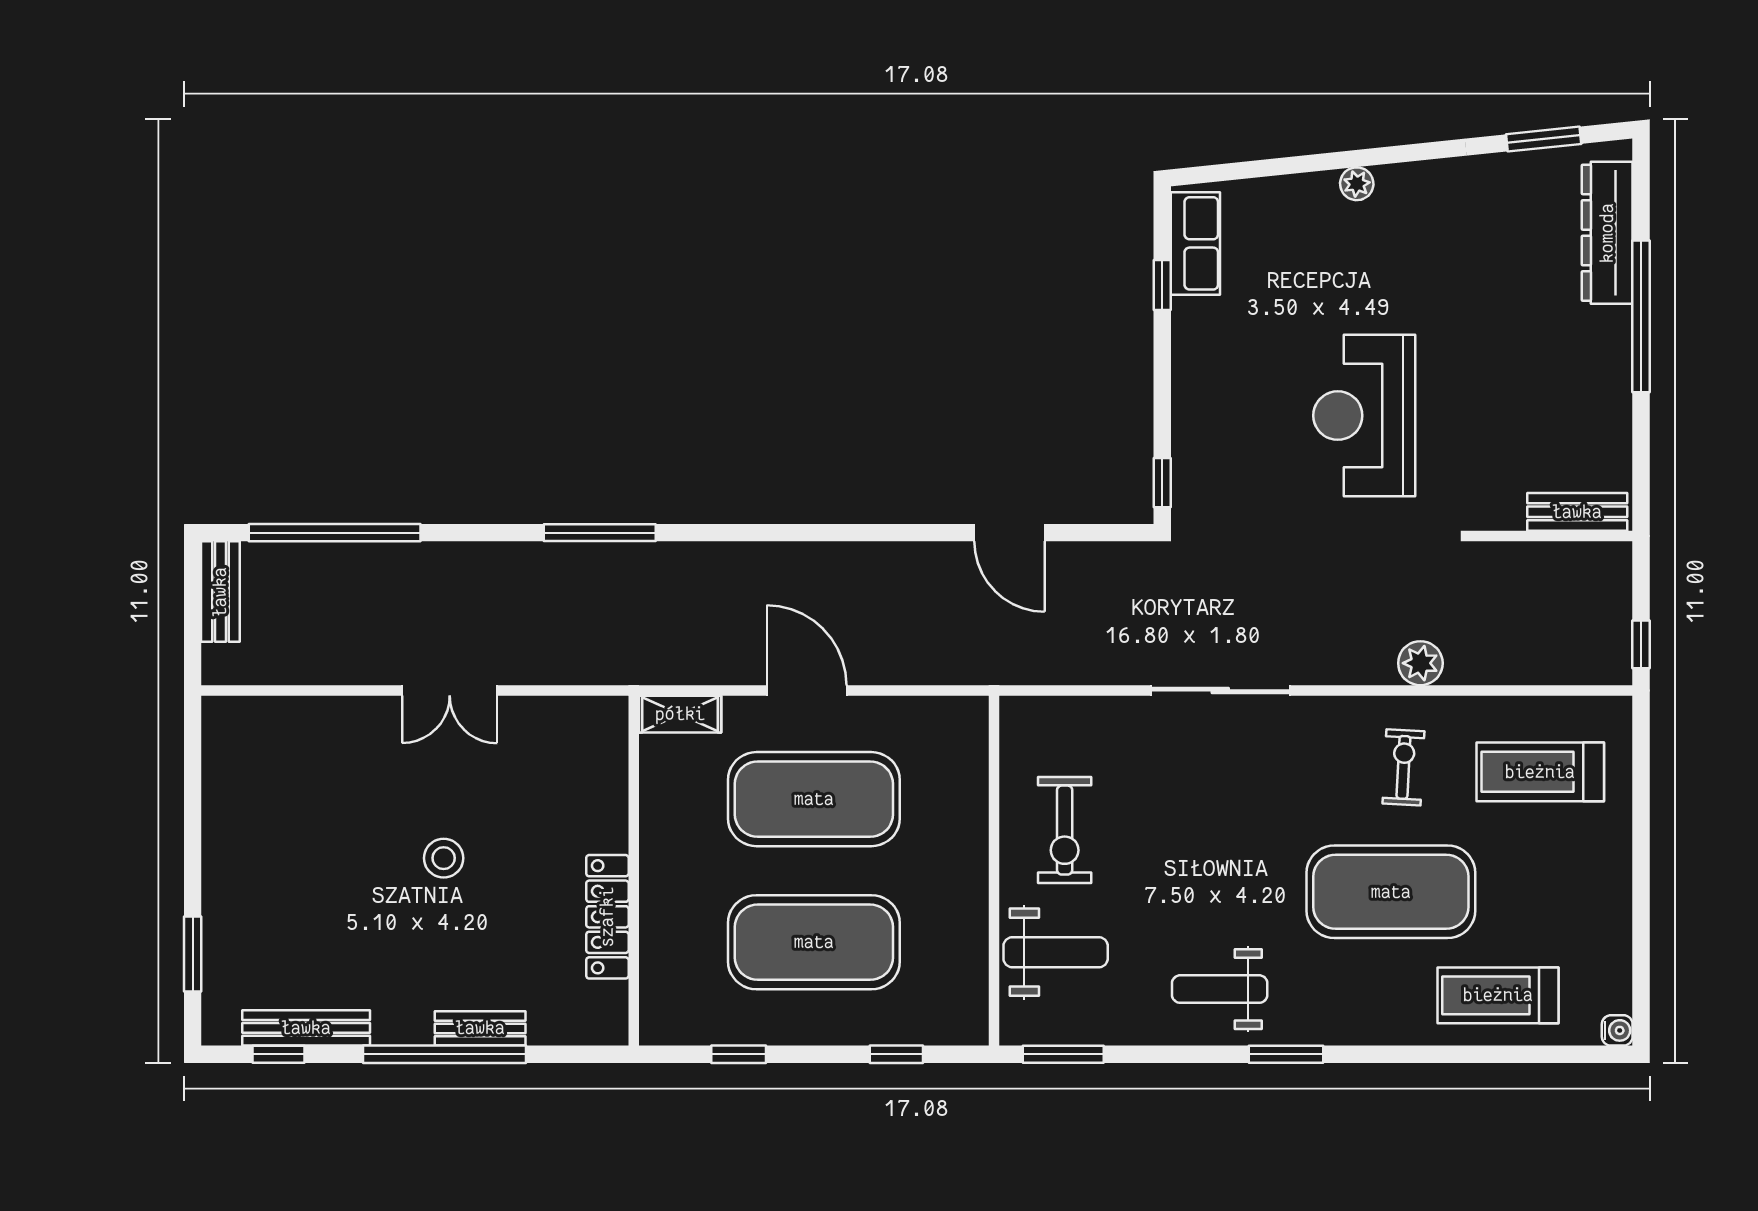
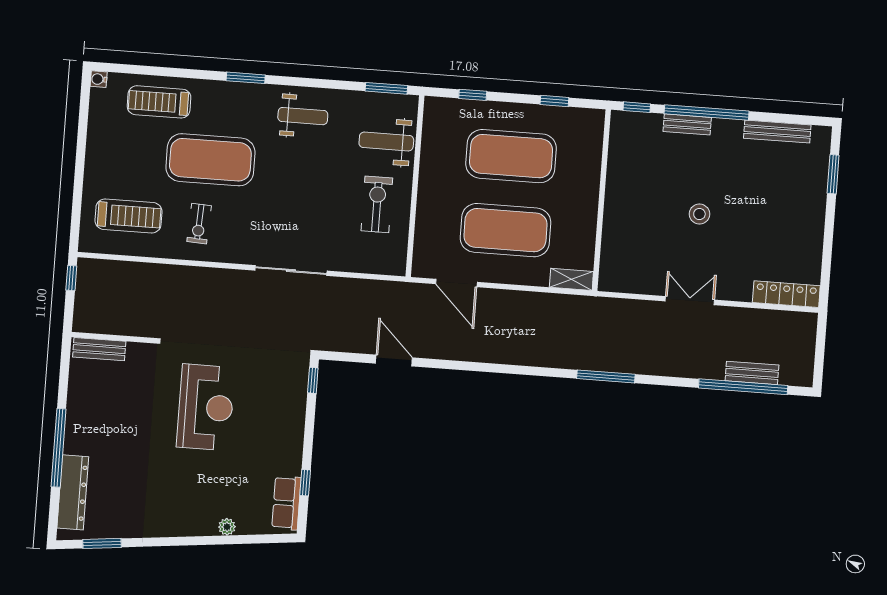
plant: (1357, 184) -> (227, 527), moved
bench: (220, 592) -> (752, 373), moved, turned 90
plant: (1420, 663) -> (186, 277), removed
door: (807, 690) -> (456, 283), moved
locker: (607, 917) -> (786, 294), moved, turned -90
treadmill: (1498, 995) -> (159, 102), turned 180
window: (279, 1054) -> (637, 107), moved
window: (1286, 1054) -> (246, 78), moved

